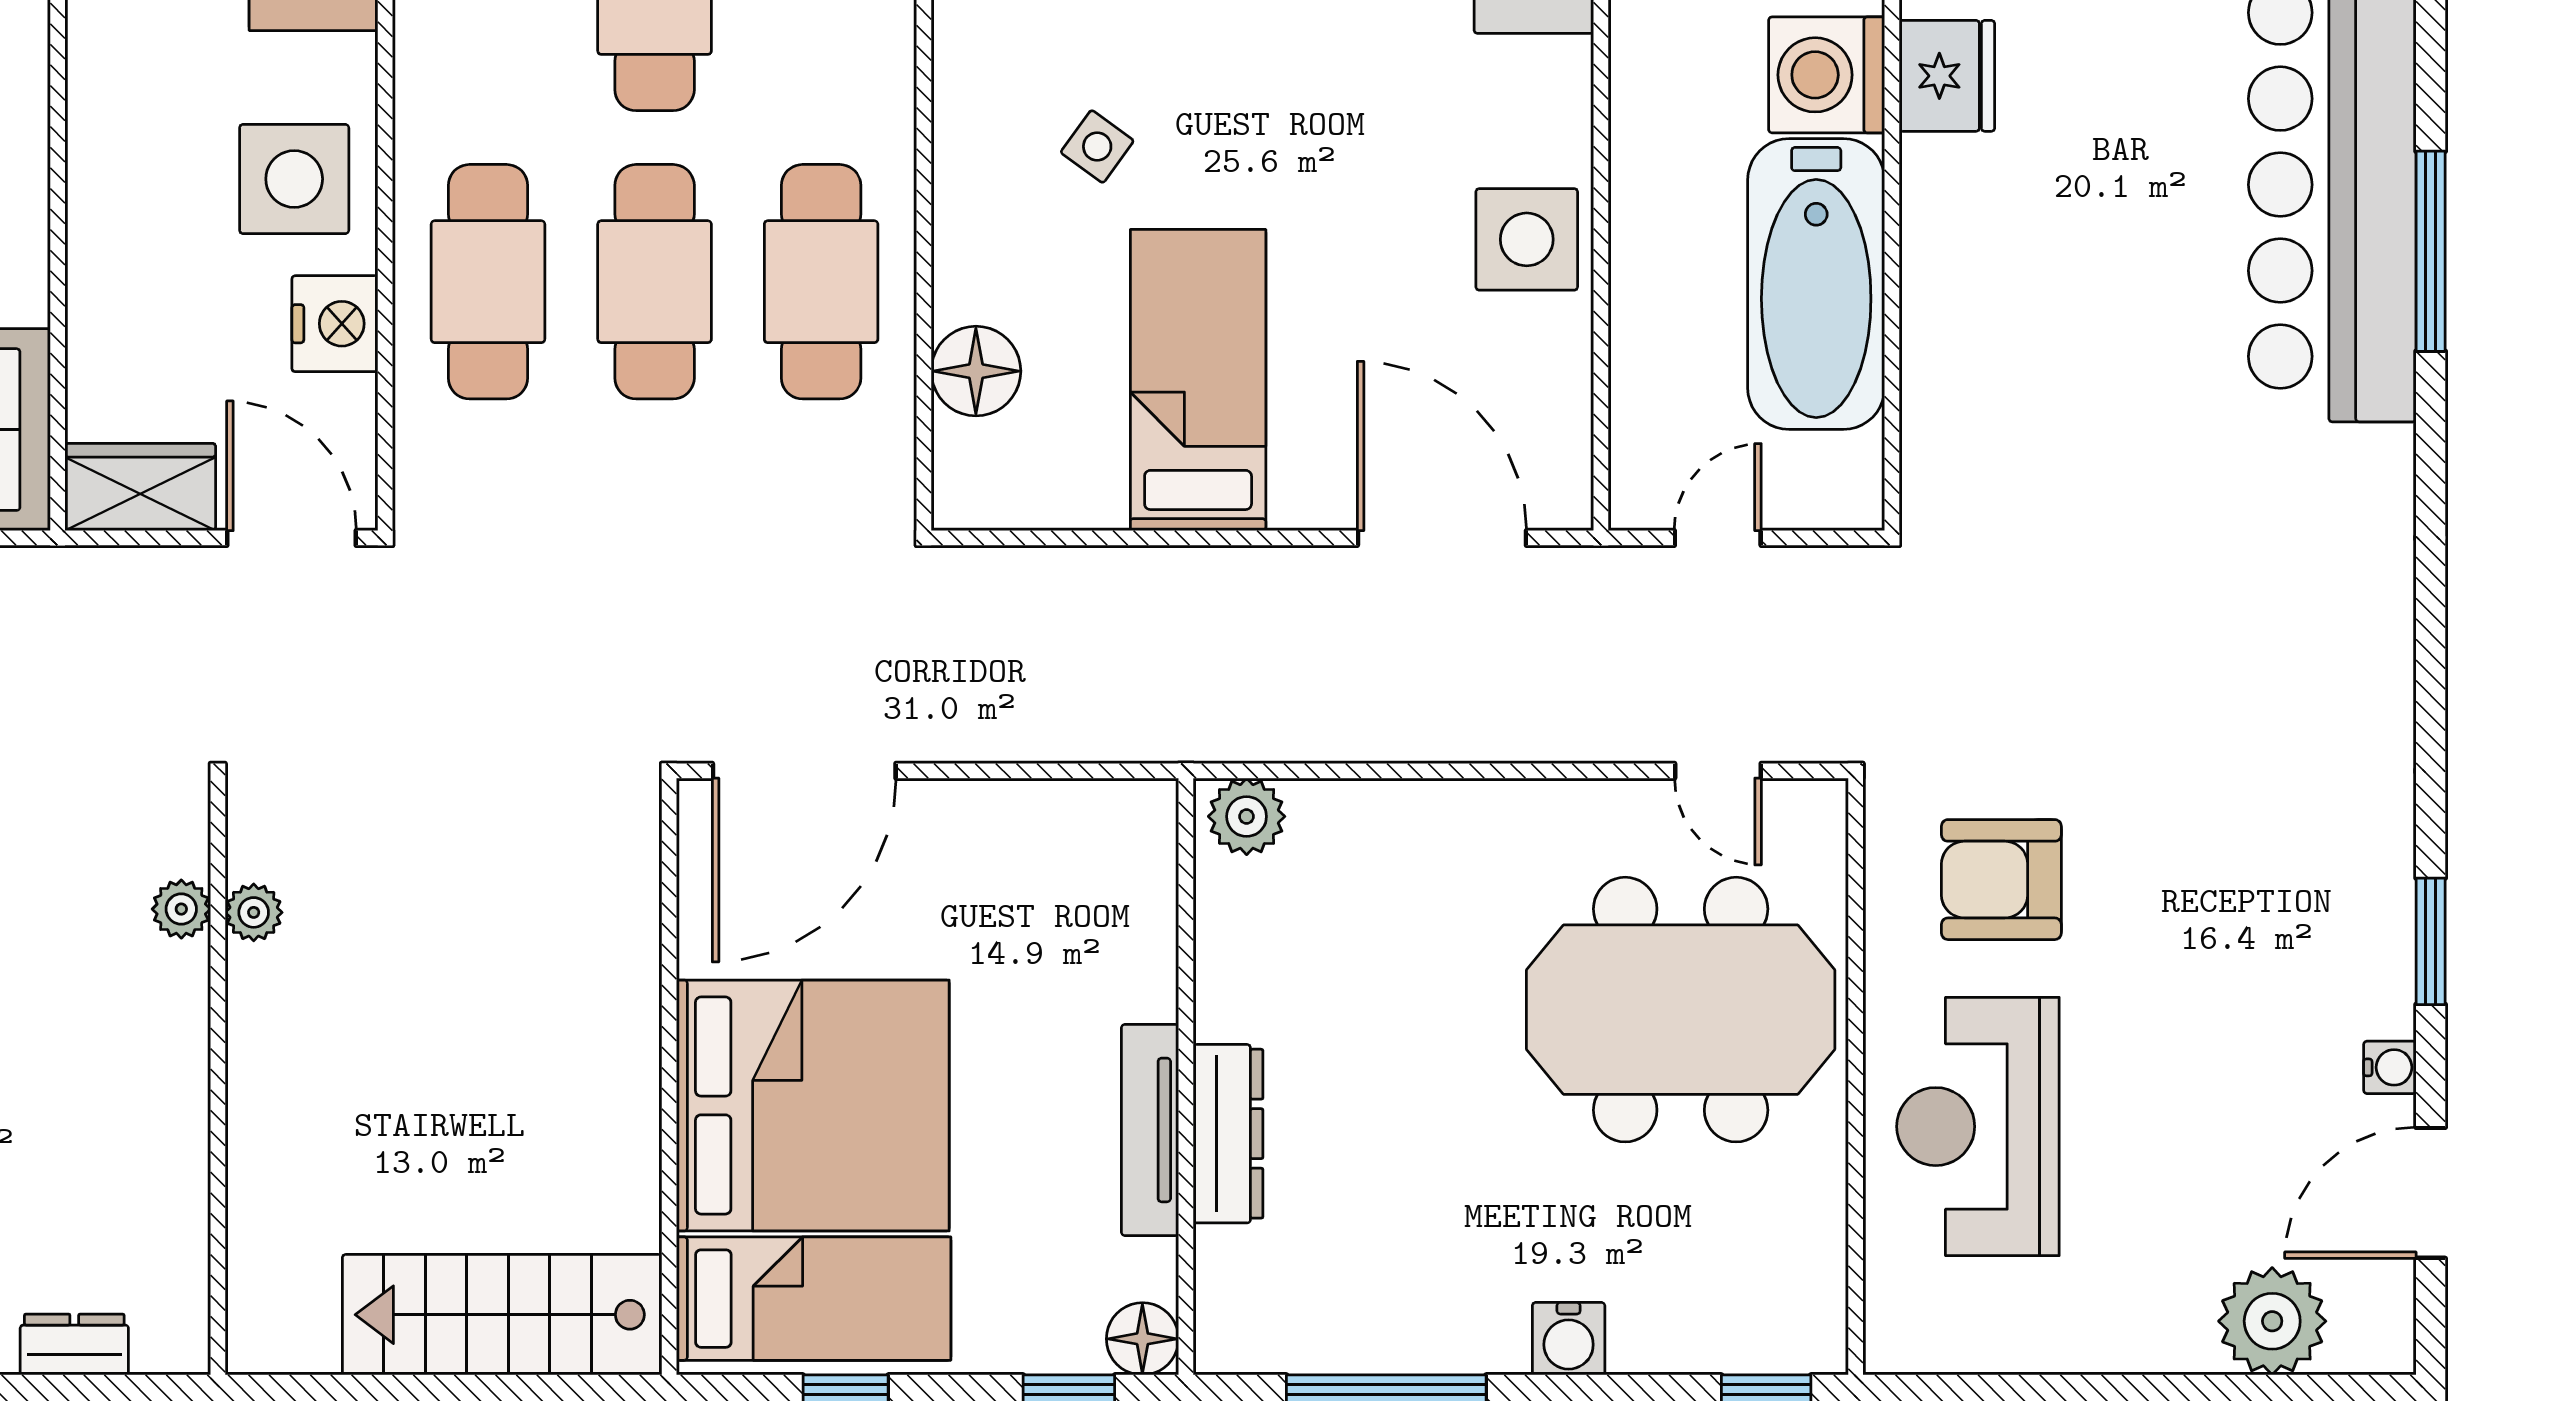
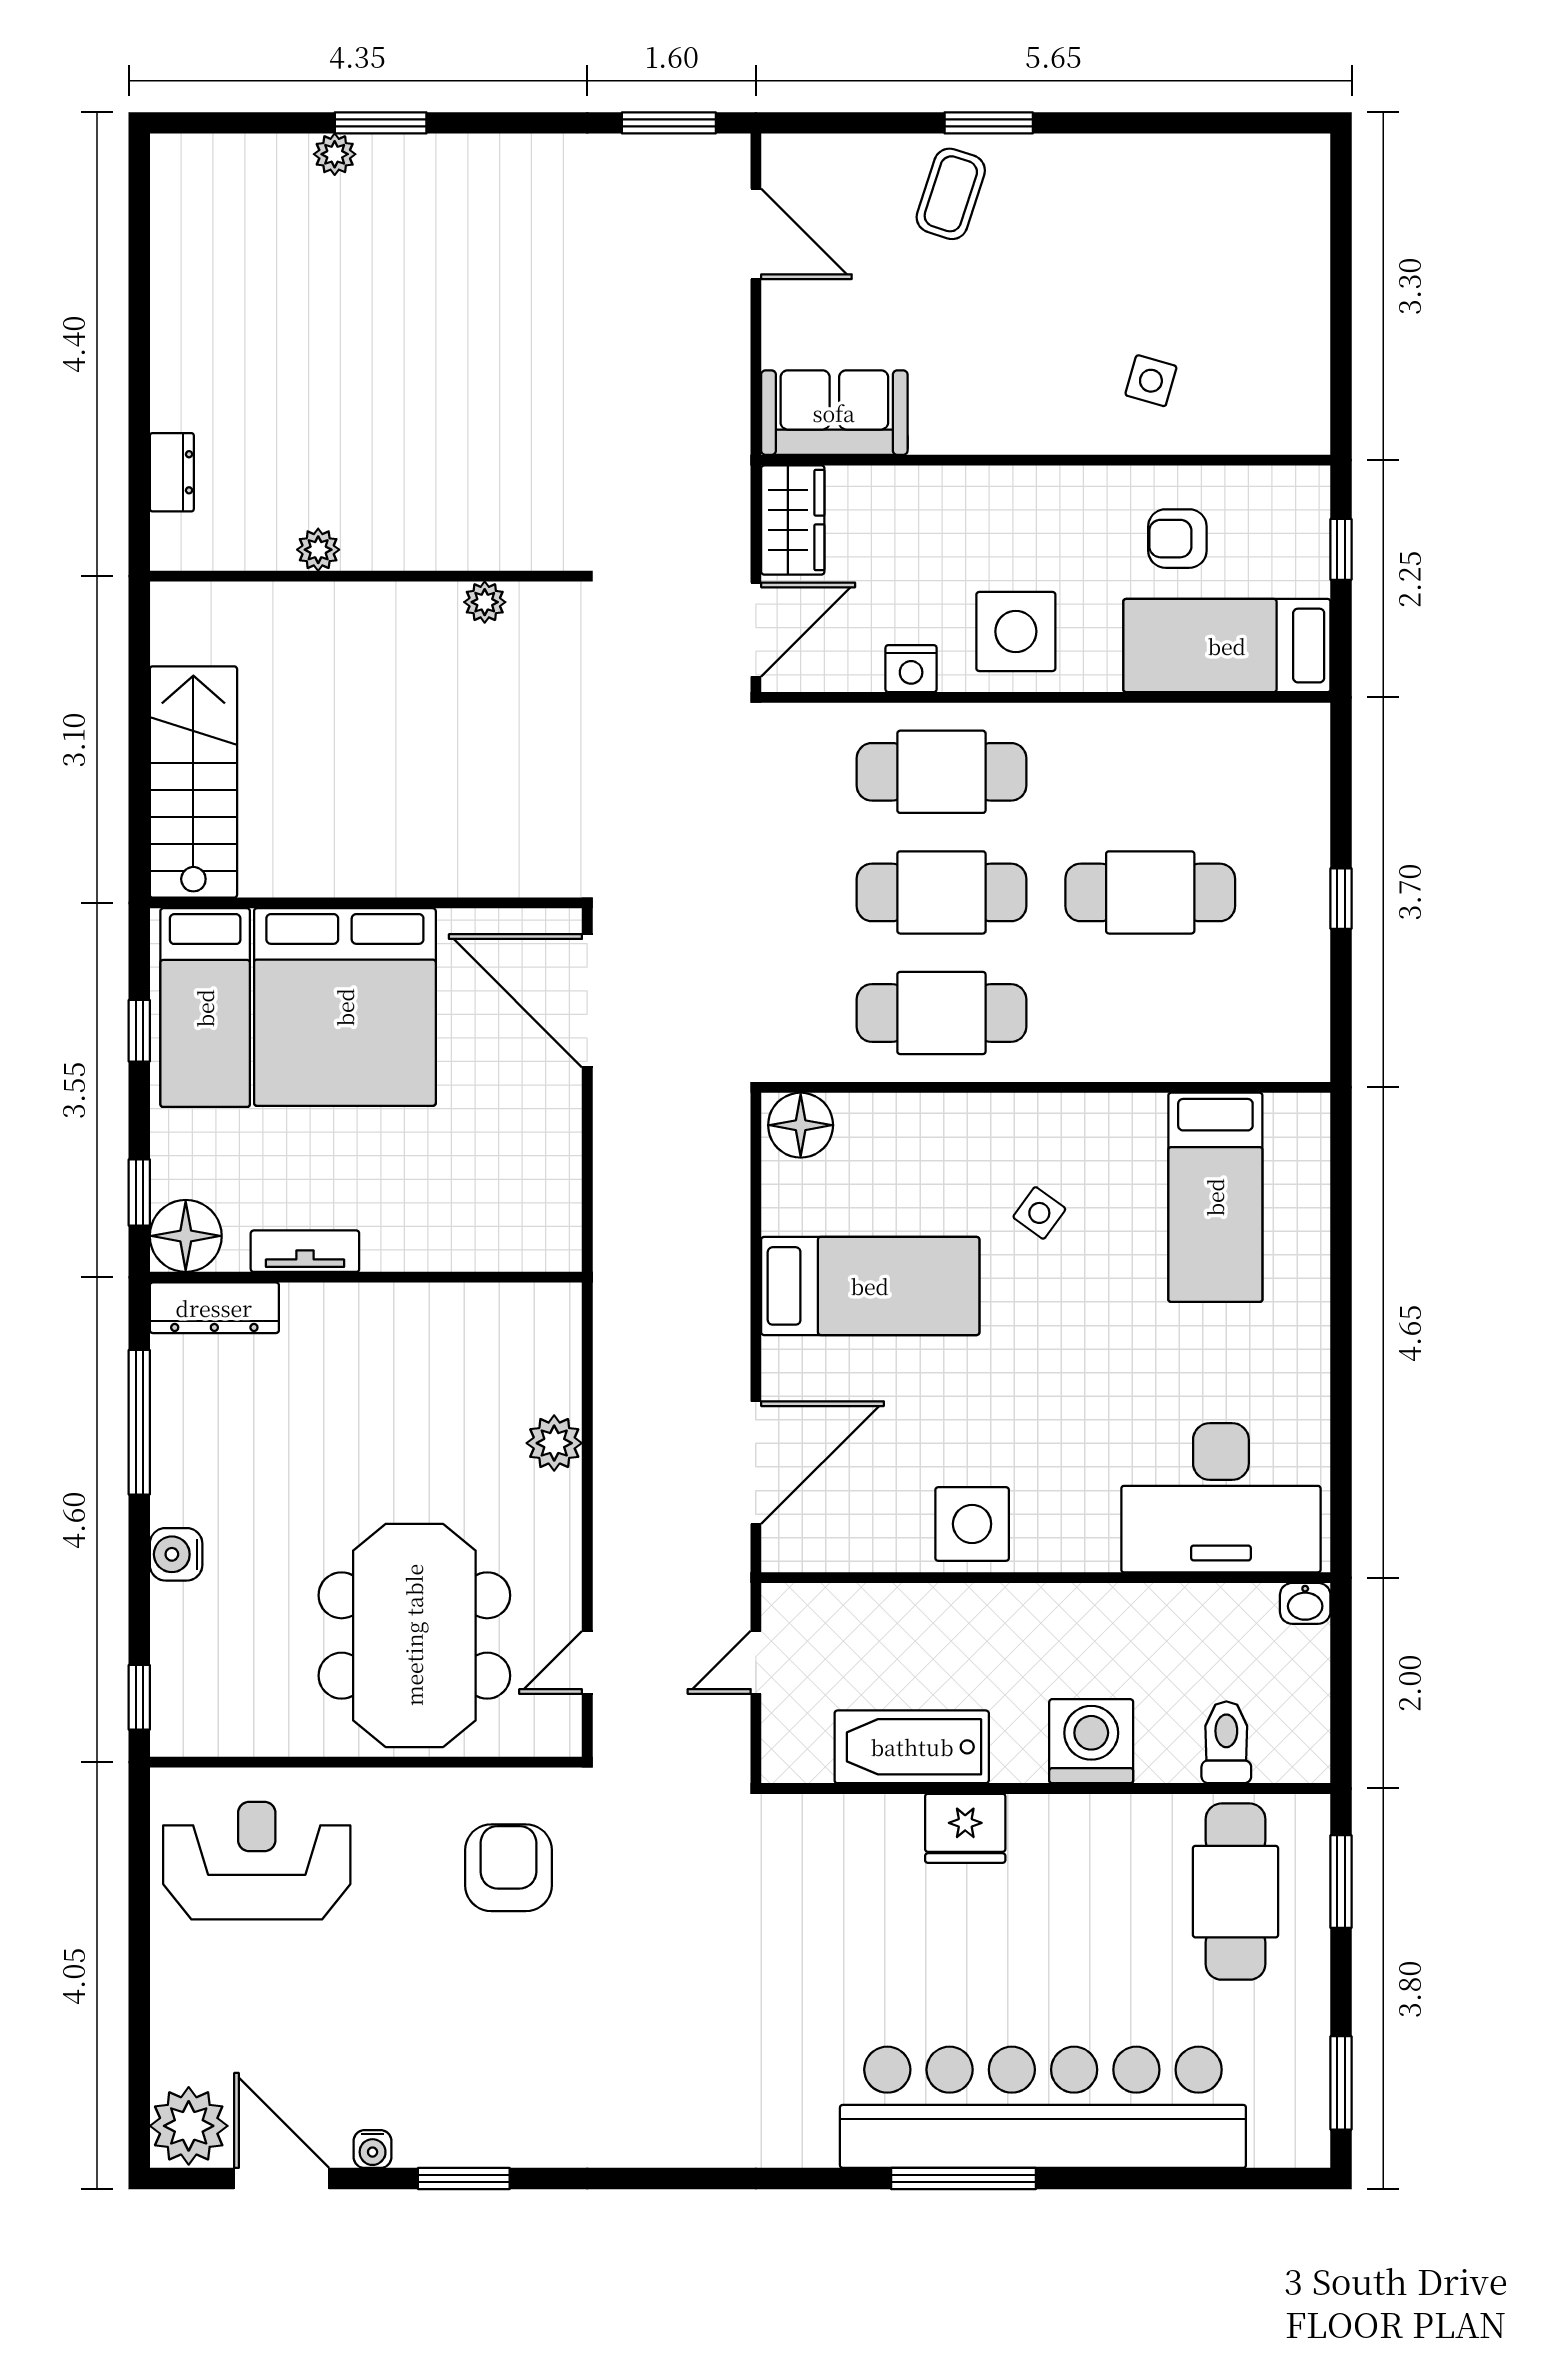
fridge: (1947, 76) -> (965, 1828), moved
bathtub: (1816, 284) -> (912, 1747), width x0.73, depth x0.73
nightstand: (335, 324) -> (911, 669), width x0.74, depth x0.75
floor lamp: (976, 371) -> (801, 1125), moved
door: (1718, 538) -> (756, 1662), swing flipped
plant: (1247, 816) -> (554, 1443), moved
plant: (181, 909) -> (318, 550), moved
reception desk: (1978, 1127) -> (257, 1861), moved
tv unit: (1150, 1130) -> (305, 1251), width x0.71
dresser: (1228, 1134) -> (214, 1308), moved
plant: (2272, 1321) -> (189, 2126), moved
floor lamp: (1142, 1339) -> (186, 1236), width x1.38, depth x1.38

